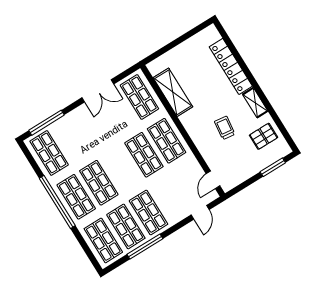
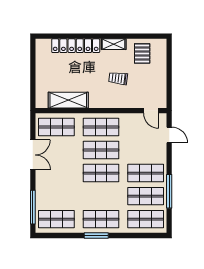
window: (273, 167) -> (169, 61), removed
shop shelf: (99, 183) -> (101, 173), moved
window: (57, 202) -> (96, 236), width x0.47

